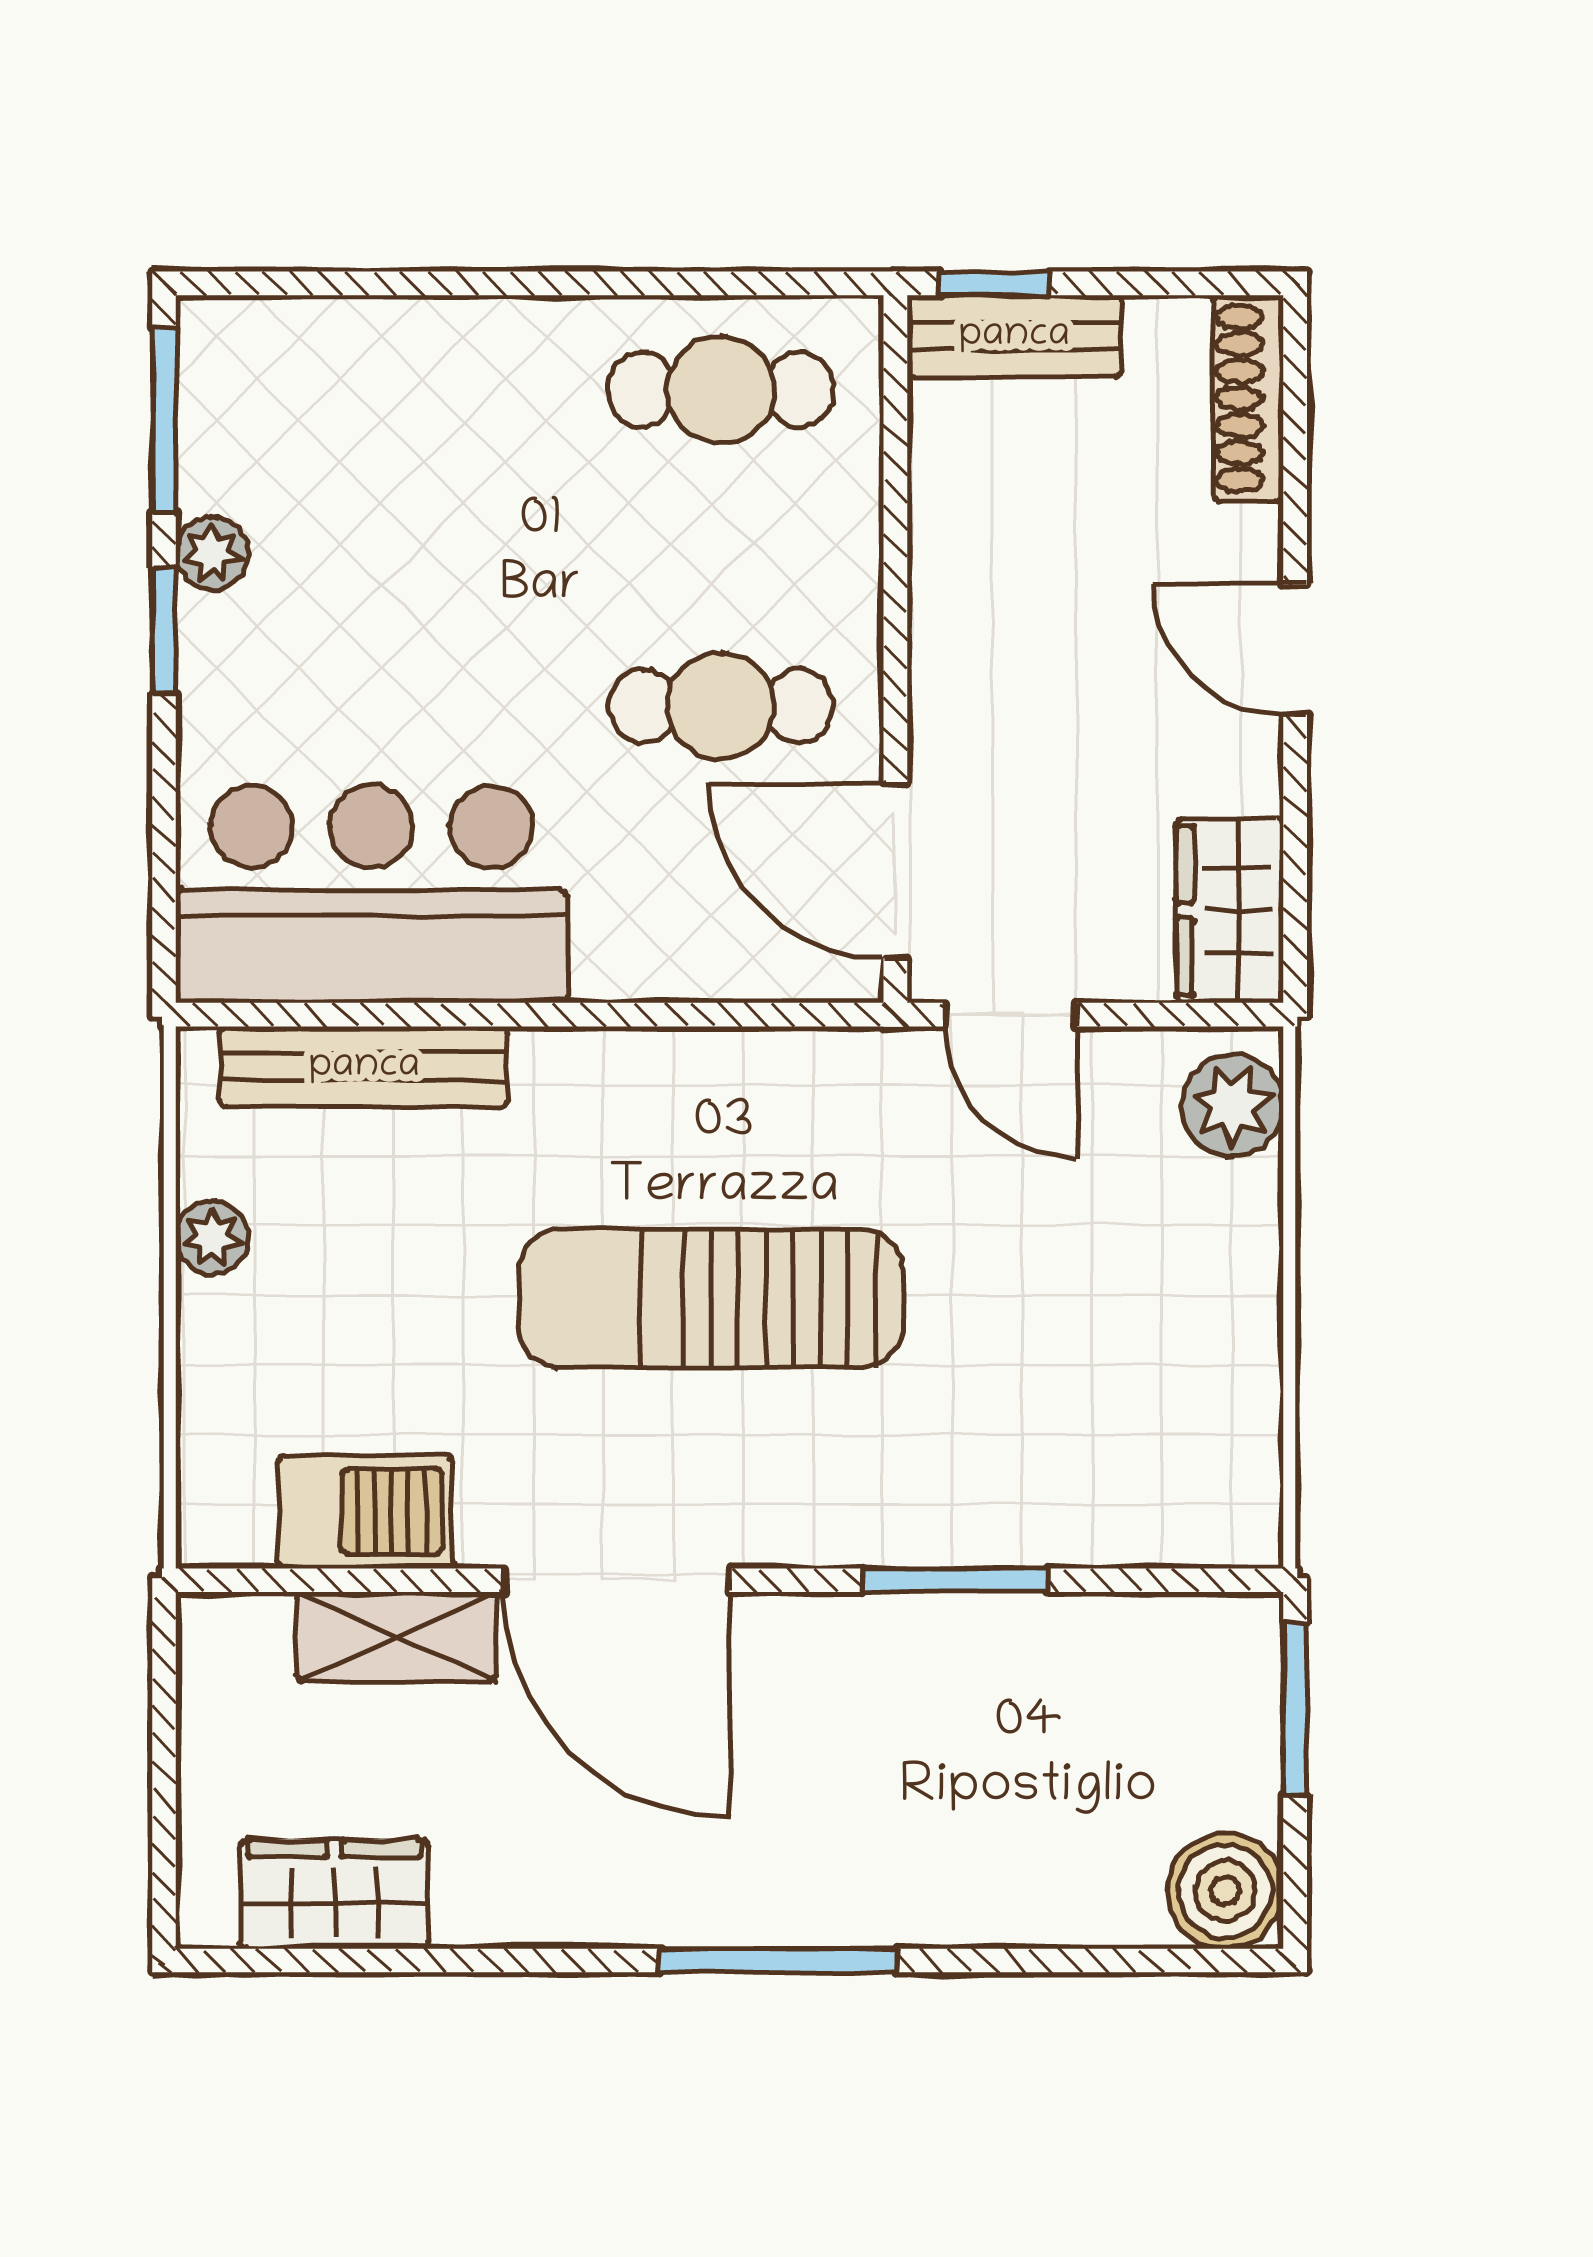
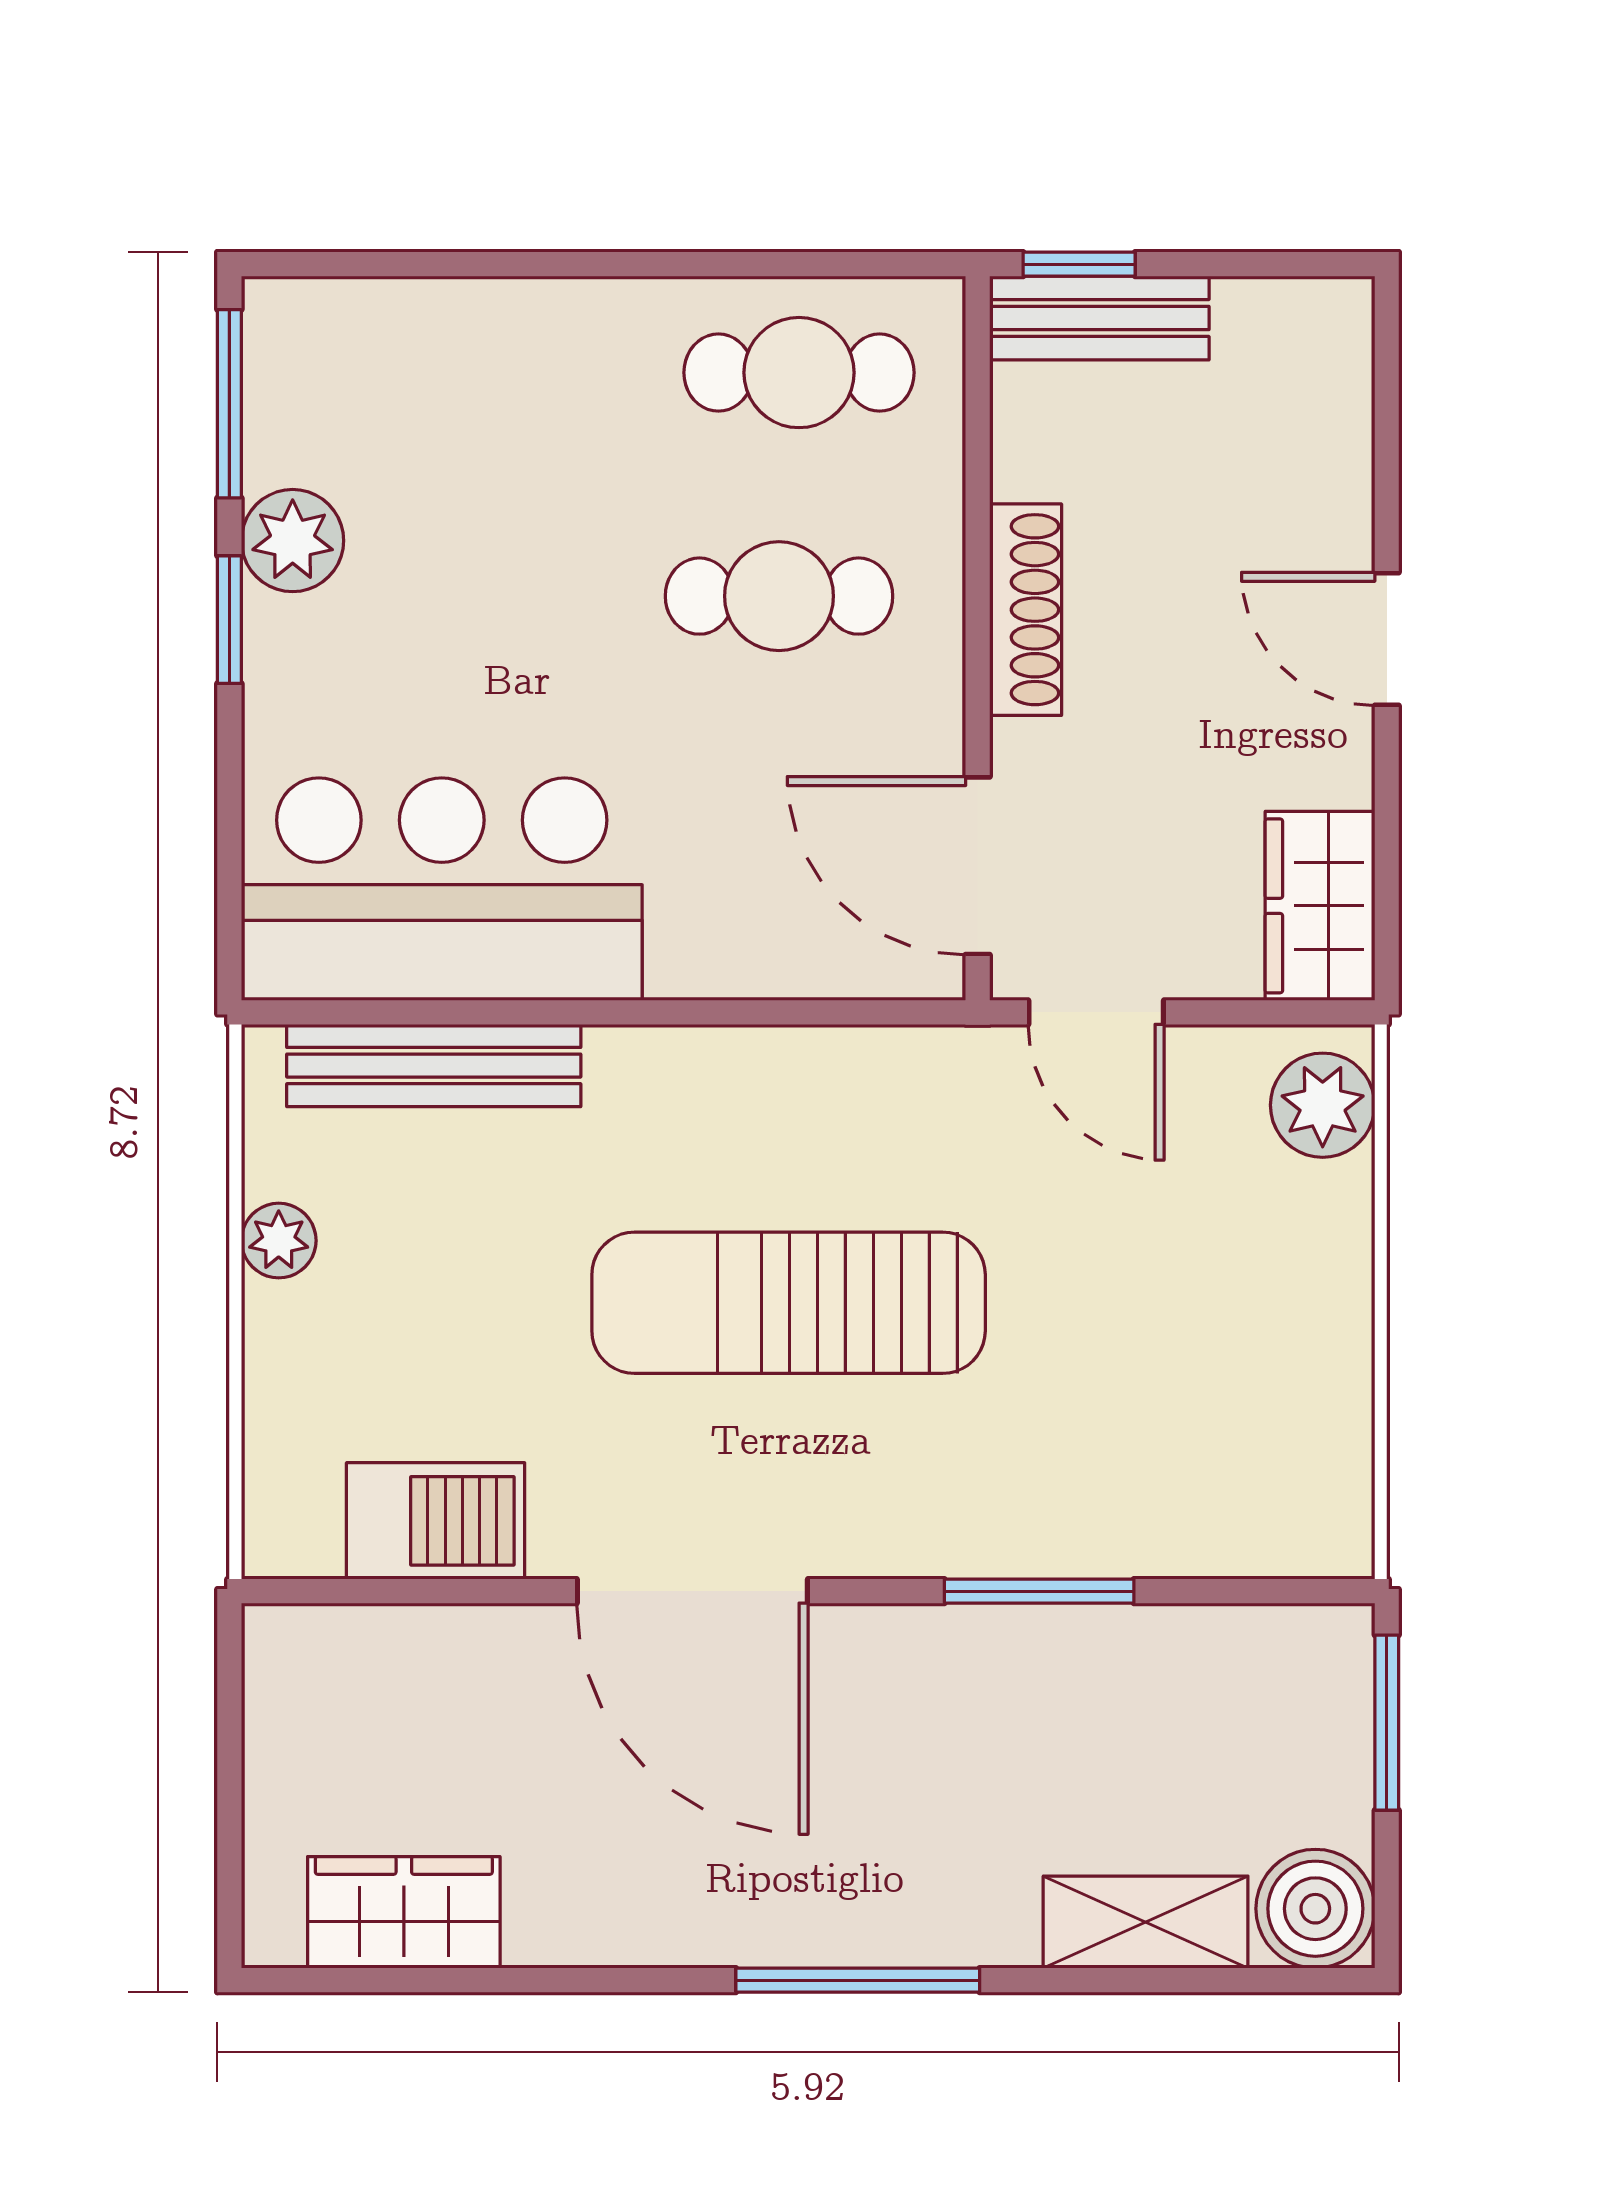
shoe rack: (1248, 398) -> (1026, 610), moved, turned 180
plant: (212, 554) -> (293, 541), width x1.38, depth x1.38
cafe table: (721, 706) -> (779, 596), moved
shelving: (396, 1637) -> (1146, 1922), moved

